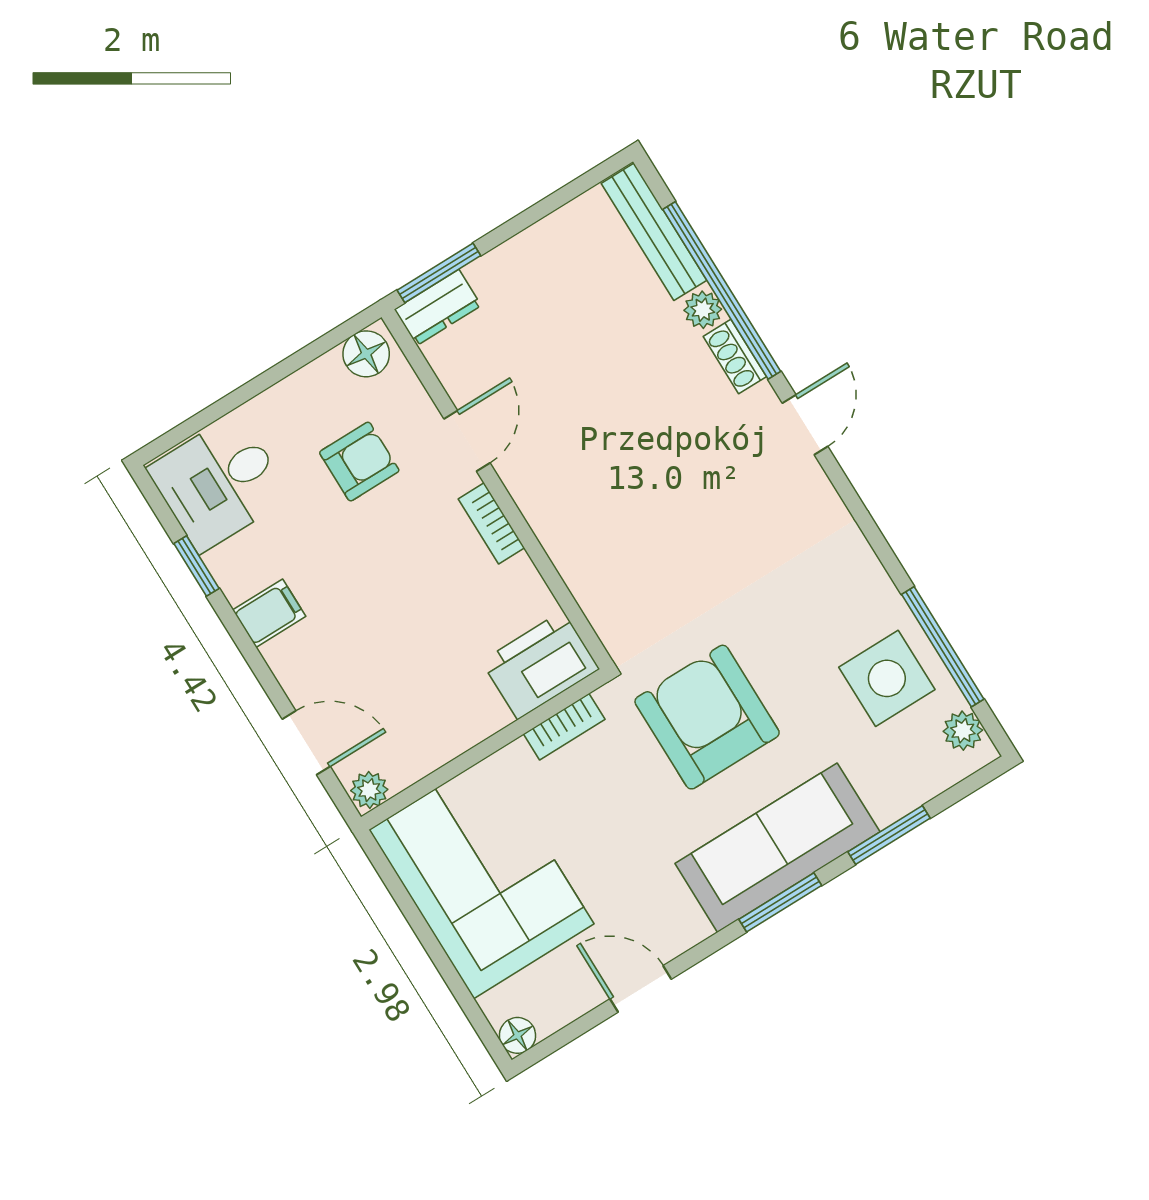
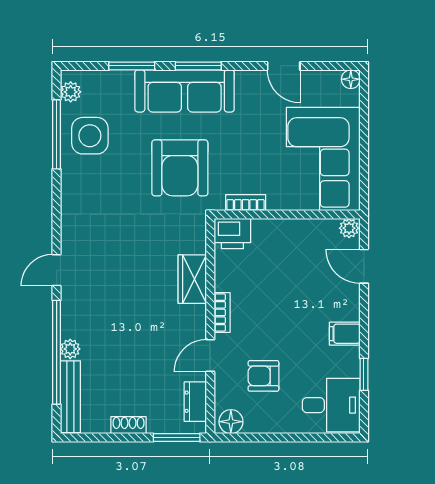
dresser: (438, 307) -> (195, 402), moved, turned -90
shoe rack: (735, 357) -> (129, 425), moved, turned -90
wardrobe: (574, 548) -> (192, 279), added
printer: (540, 665) -> (232, 234), width x0.73, depth x0.84

